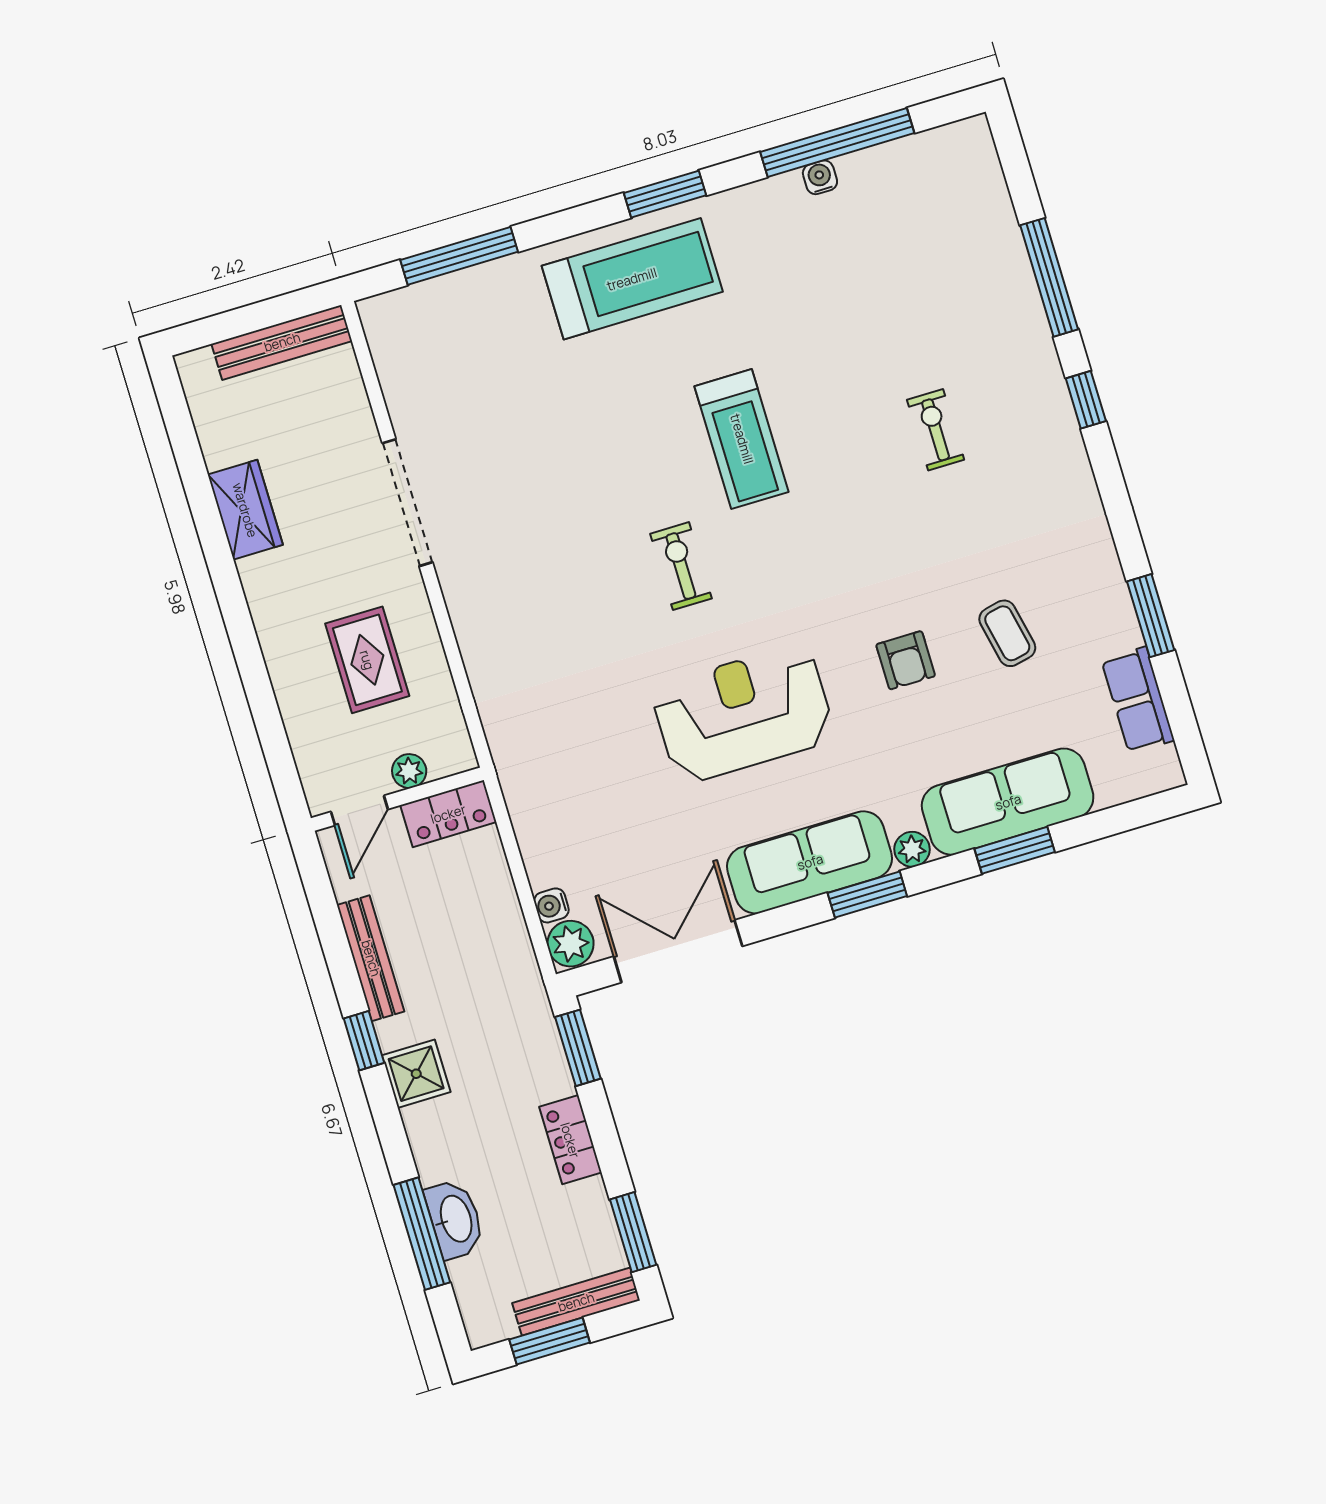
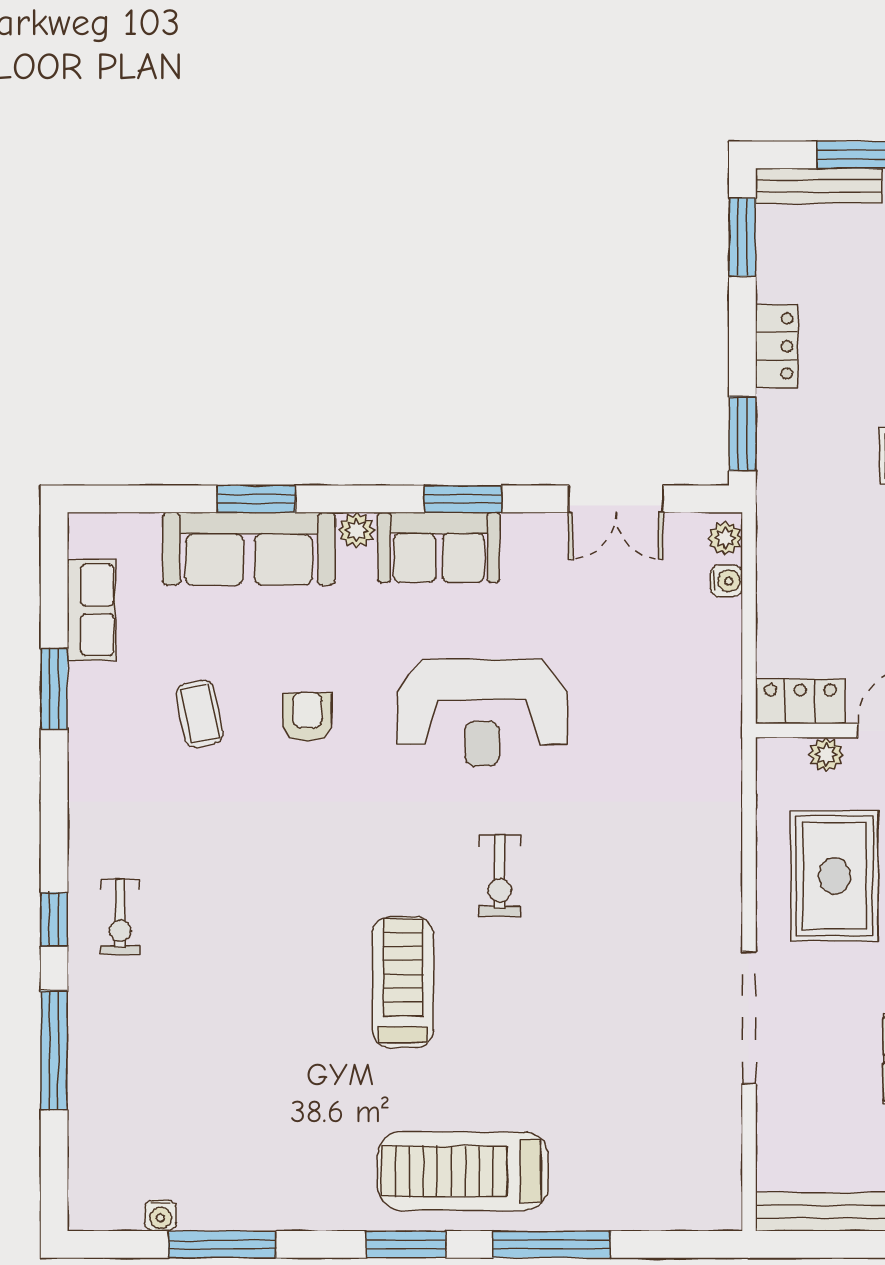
window: (837, 142) -> (222, 1244), width x0.68
water cooler: (820, 177) -> (160, 1215), moved
window: (459, 256) -> (551, 1244), moved
exercise bike: (936, 430) -> (120, 917), moved
rug: (367, 660) -> (834, 876), width x1.36, depth x1.43
sofa: (810, 862) -> (439, 547), width x0.73
window: (867, 895) -> (463, 499), moved
plant: (571, 944) -> (725, 538), width x0.73, depth x0.73
double door: (678, 951) -> (616, 499), width x0.73

